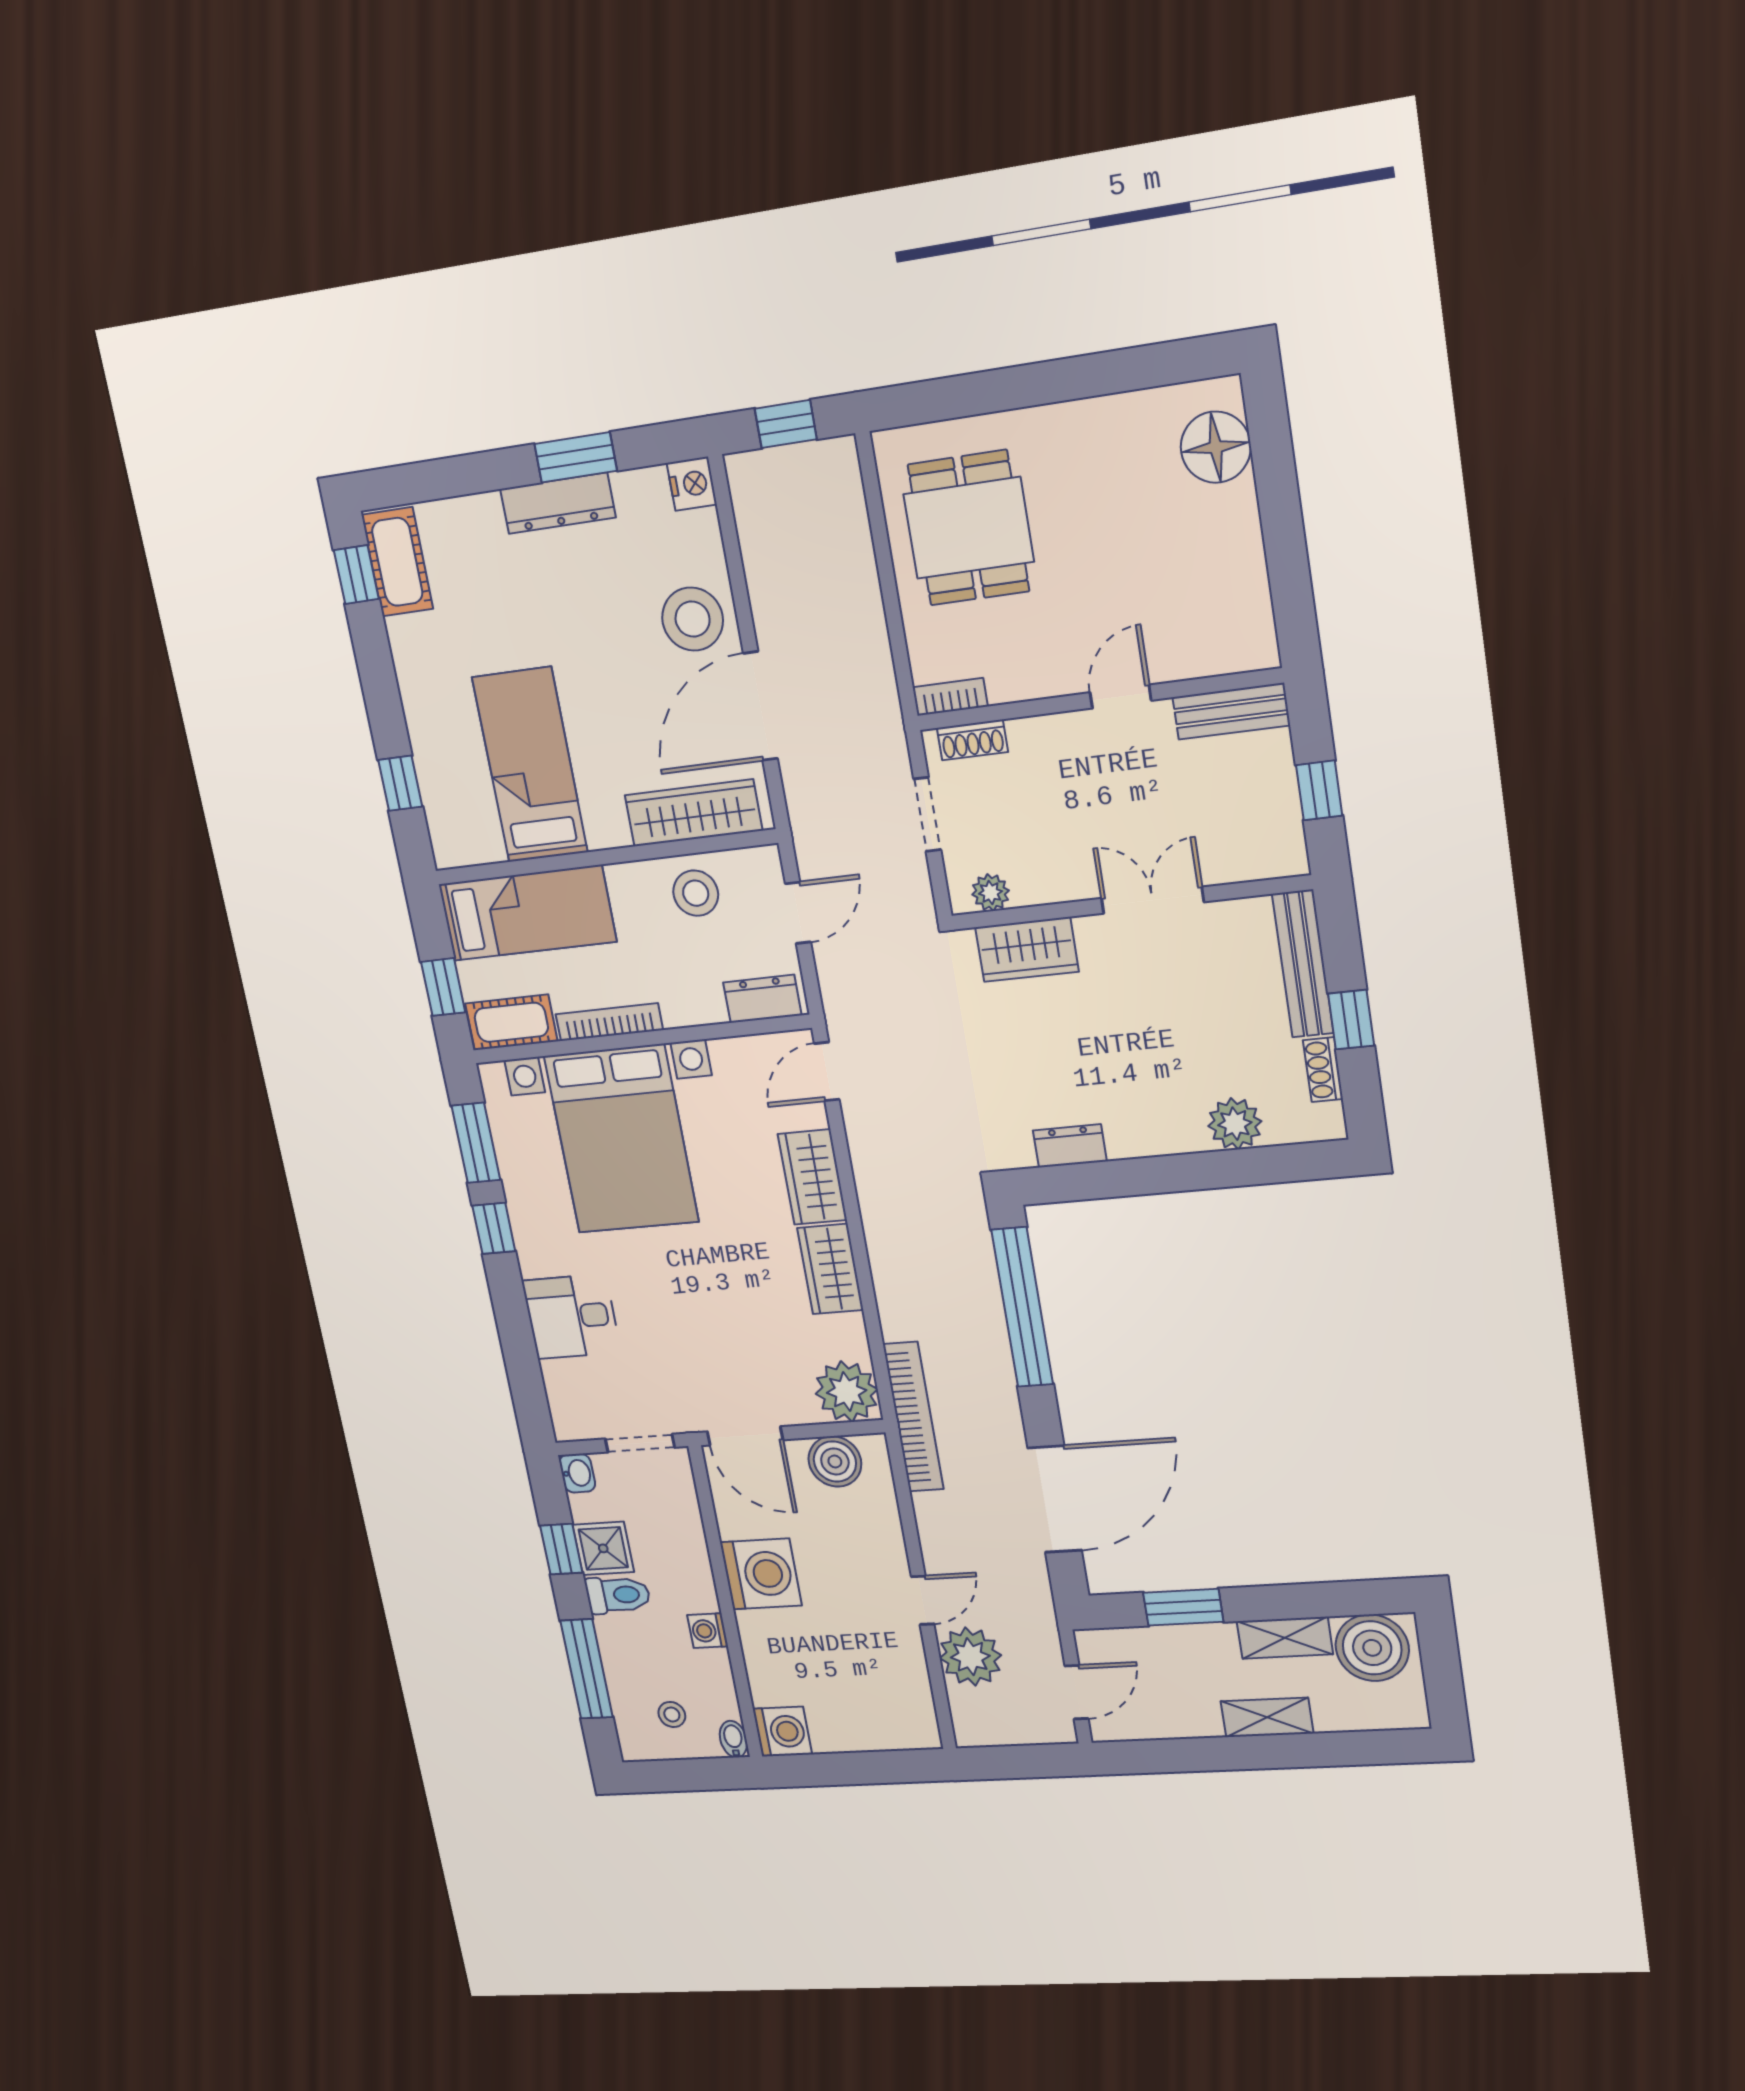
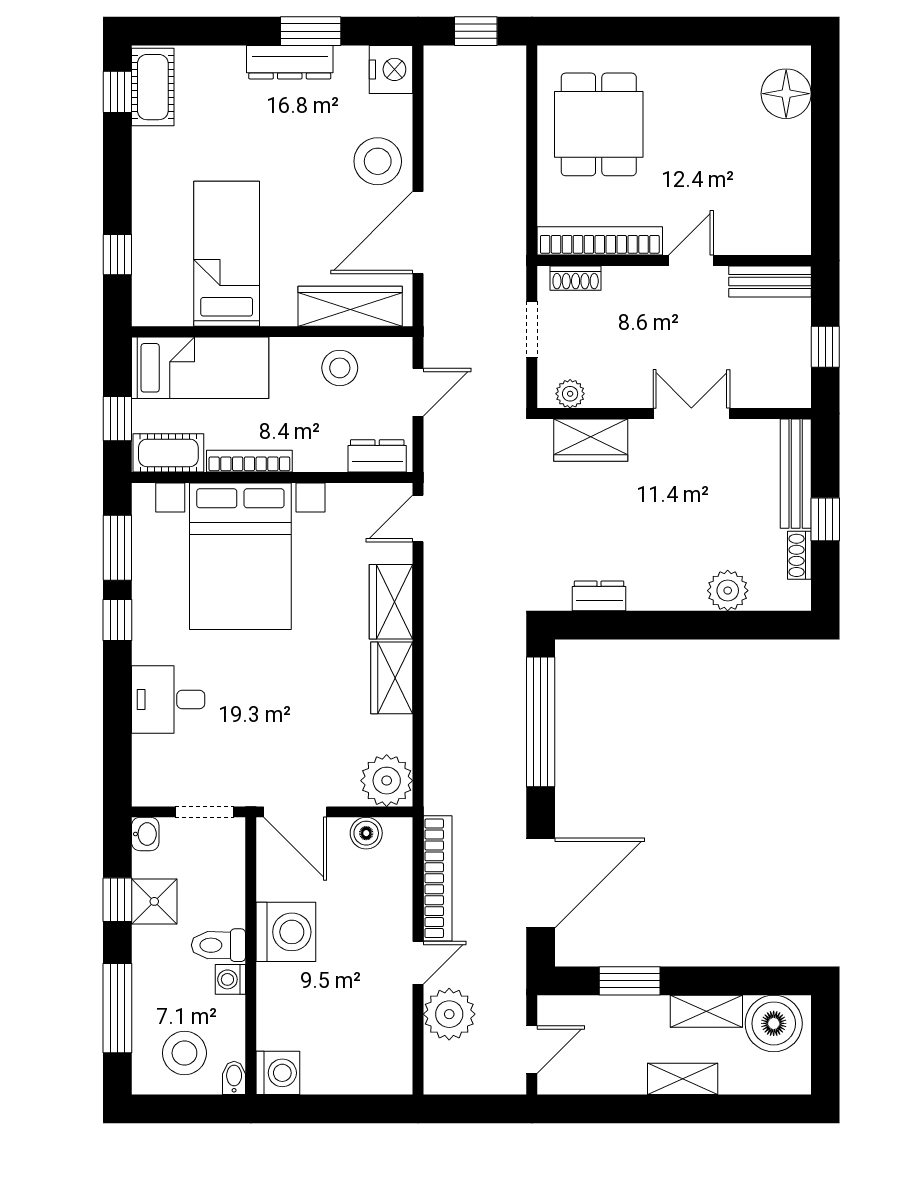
nightstand: (692, 484) -> (391, 69), width x1.36, depth x1.33
bookcase: (950, 697) -> (600, 241), width x2.31, depth x1.31
bookcase: (913, 1417) -> (438, 878), moved
boiler: (835, 1461) -> (366, 833), width x0.73, depth x0.73
toilet: (618, 1595) -> (218, 945), moved, turned 180
stool: (672, 1714) -> (184, 1053), width x1.89, depth x1.89

